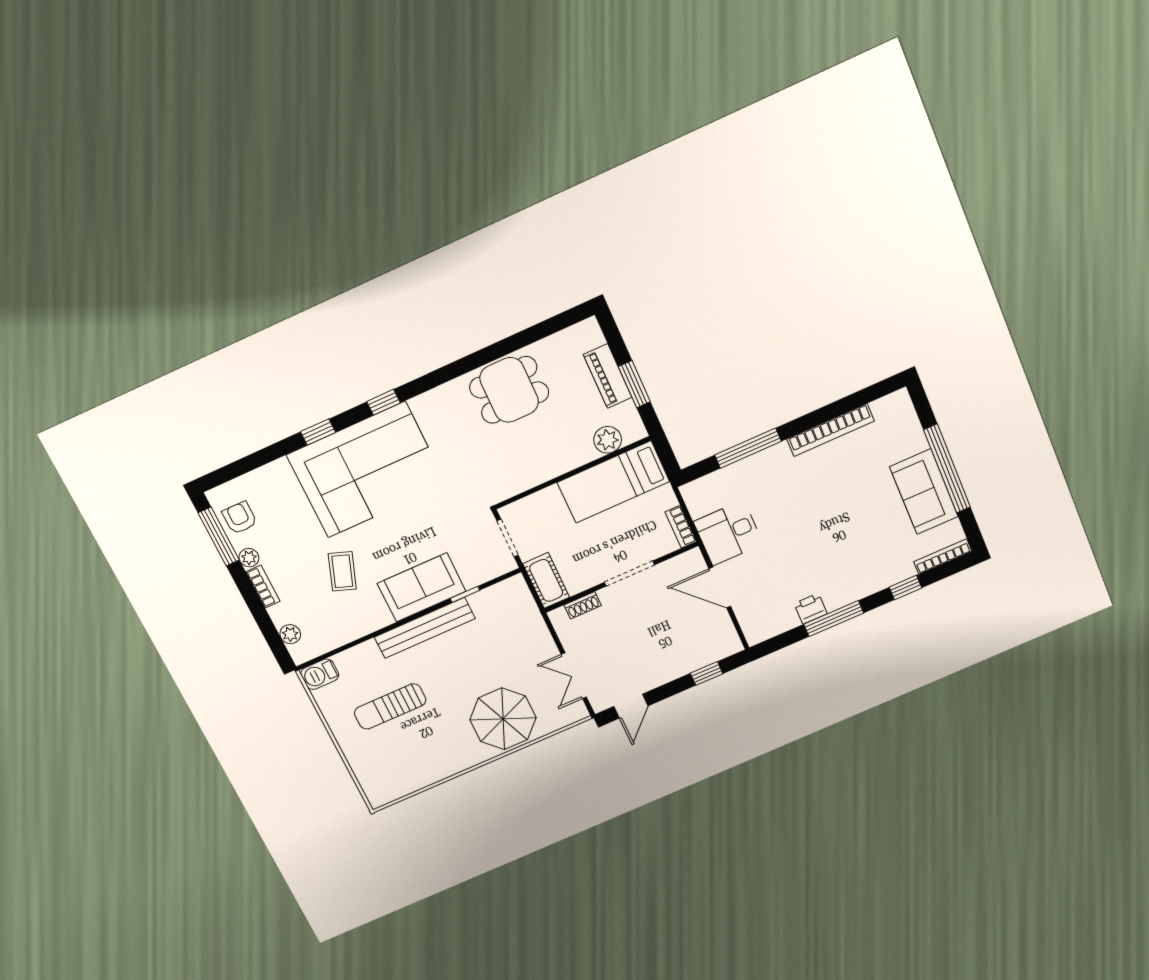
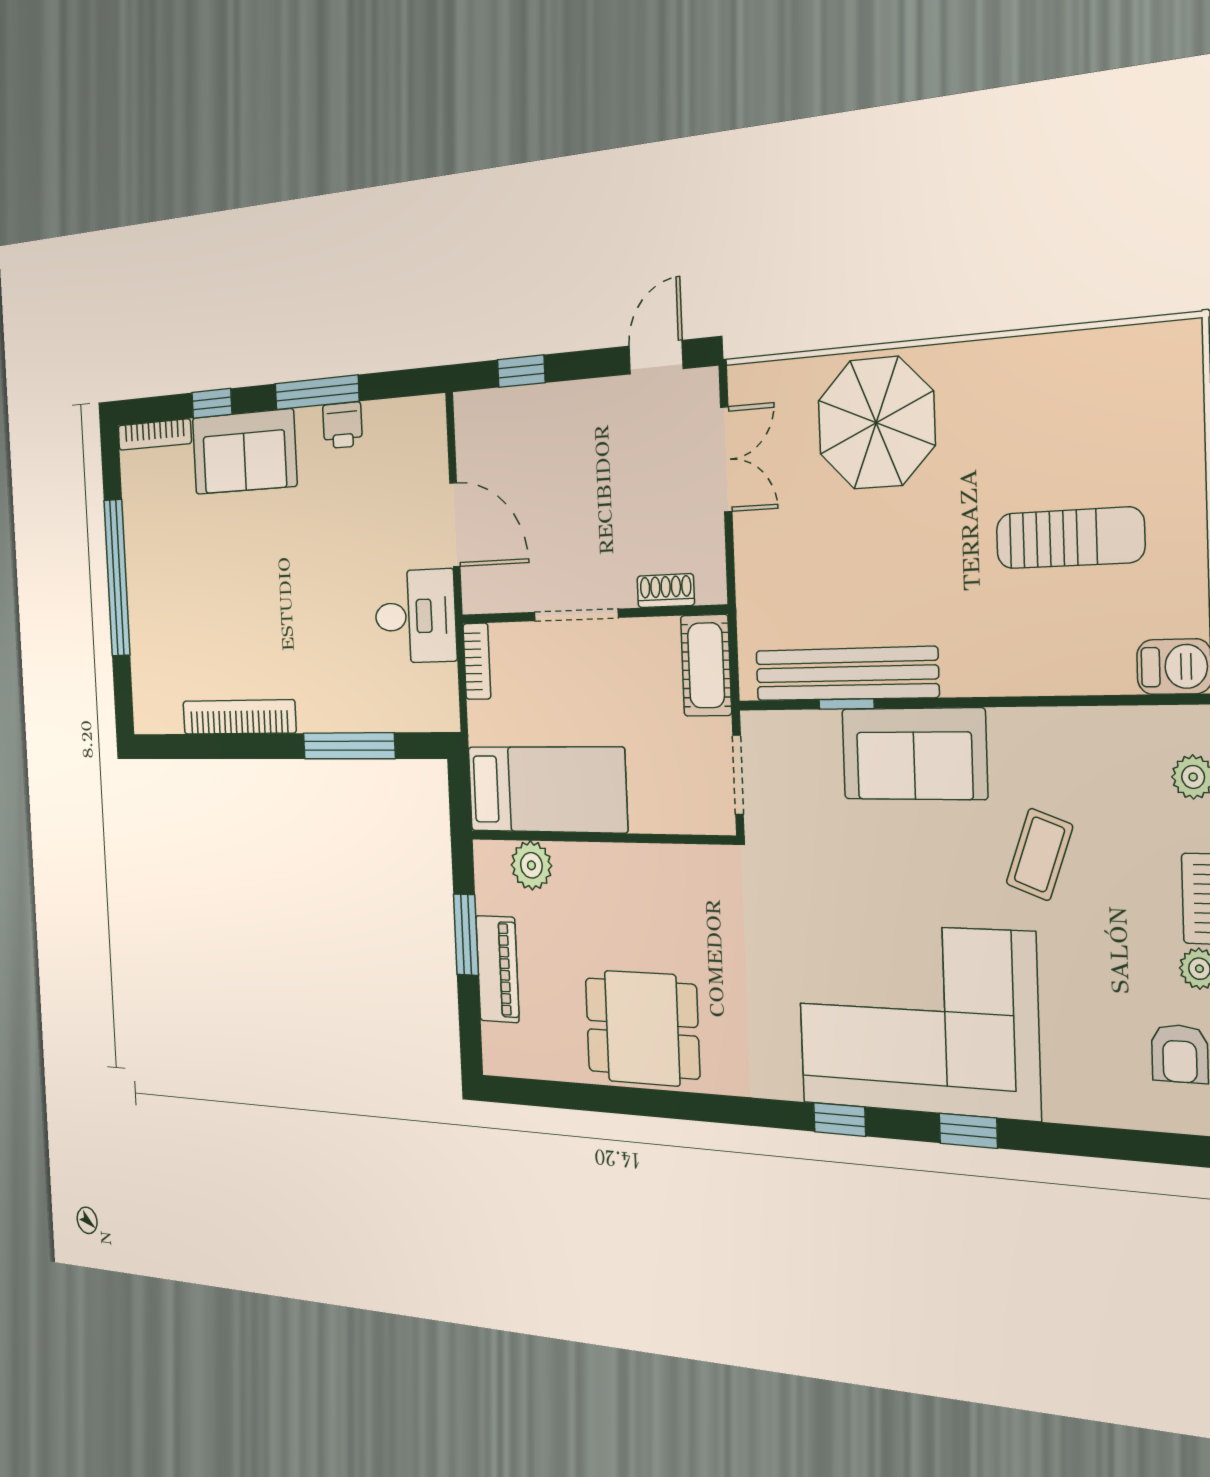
sofa: (924, 492) -> (244, 452), moved, turned 90
bench: (425, 628) -> (846, 674), moved

